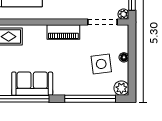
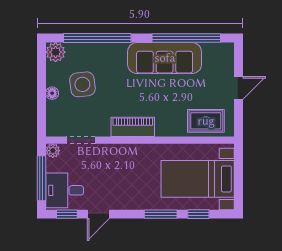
doorway: (103, 22) -> (81, 140), width x0.73
sofa: (32, 84) -> (165, 58), width x1.36

